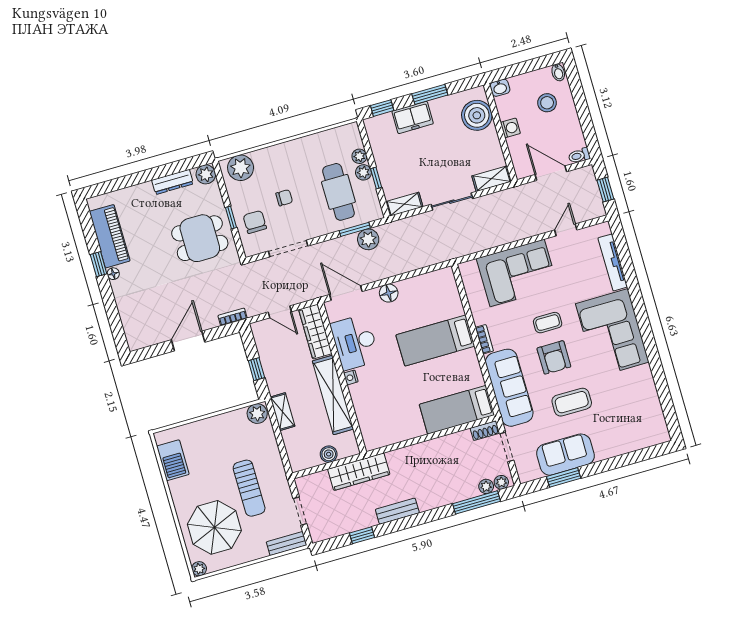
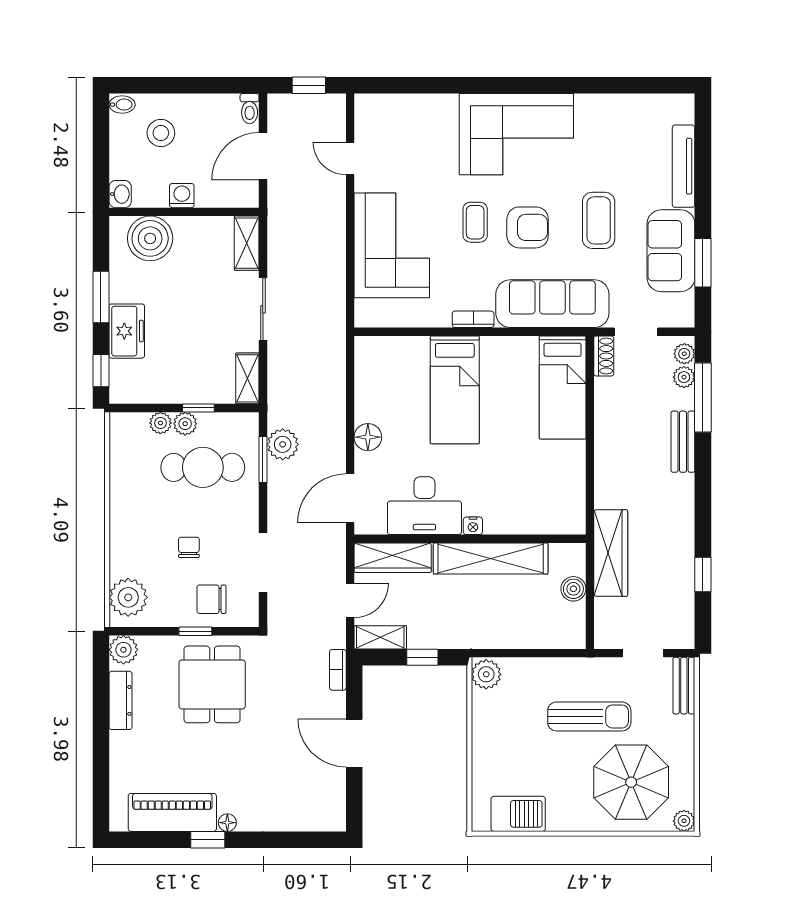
tv unit: (613, 262) -> (684, 166), moved, turned 90
shelving: (283, 412) -> (380, 637), moved
bench: (397, 511) -> (683, 442), moved

